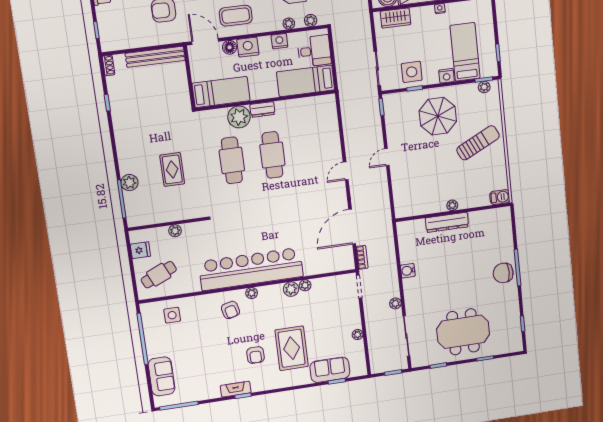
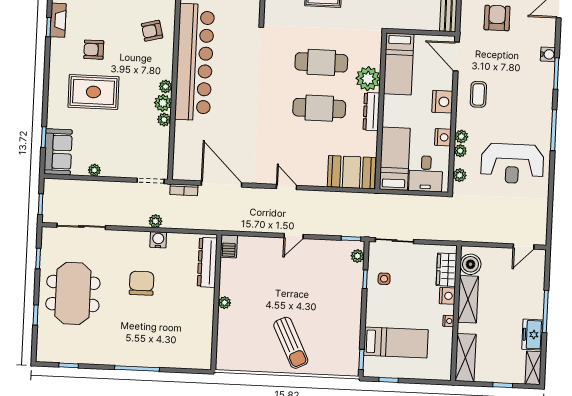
coffee table: (236, 16) -> (478, 94), width x0.73, depth x0.77
plant: (276, 25) -> (461, 137), added
door: (205, 41) -> (456, 57), swing flipped
floor lamp: (230, 47) -> (446, 82), removed
side table: (412, 72) -> (384, 279), width x0.54, depth x0.54
nightstand: (447, 76) -> (447, 296), moved, turned 180
plant: (484, 87) -> (357, 256), moved
dresser: (262, 109) -> (371, 112), width x1.44
parasol: (438, 116) -> (329, 301), removed
booth: (324, 117) -> (351, 172), added
door: (387, 157) -> (294, 236), swing flipped
barbecue: (500, 197) -> (229, 246), moved
dresser: (447, 222) -> (207, 262), moved
chair: (503, 273) -> (142, 283), moved
plant: (252, 293) -> (166, 87), moved
plant: (395, 303) -> (155, 221), moved
sofa: (330, 370) -> (58, 152), moved

